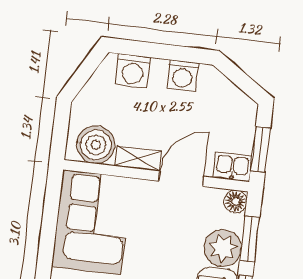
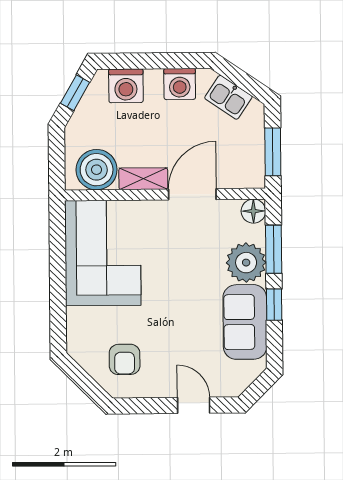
window: (85, 71) -> (75, 93), added
kitchen sink: (233, 167) -> (228, 97), moved, turned -146

